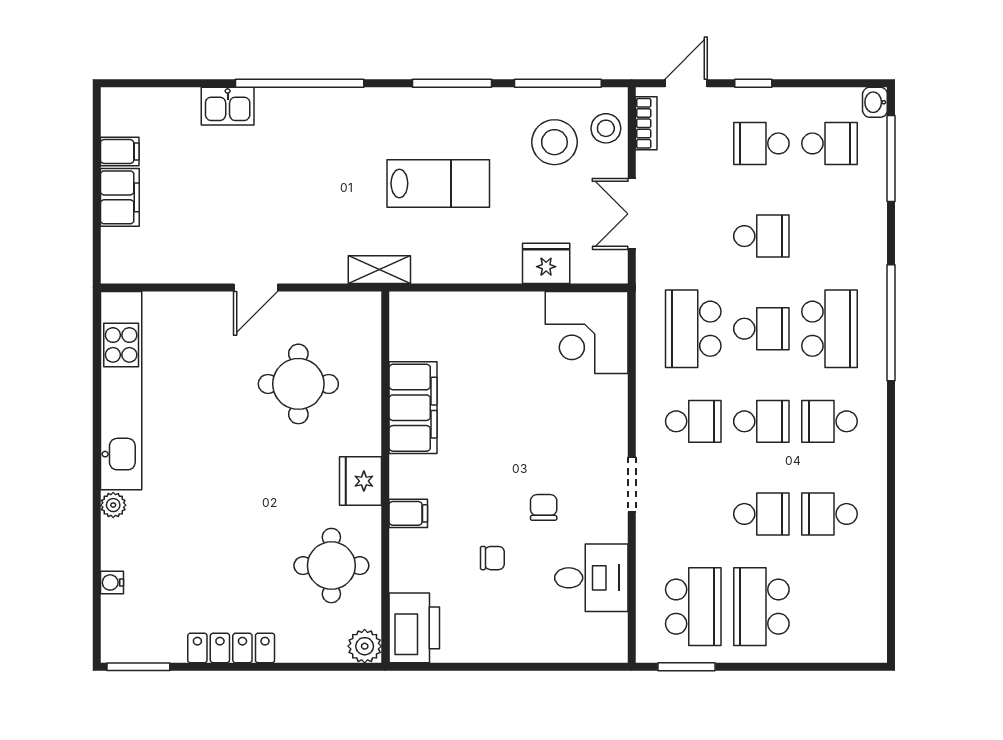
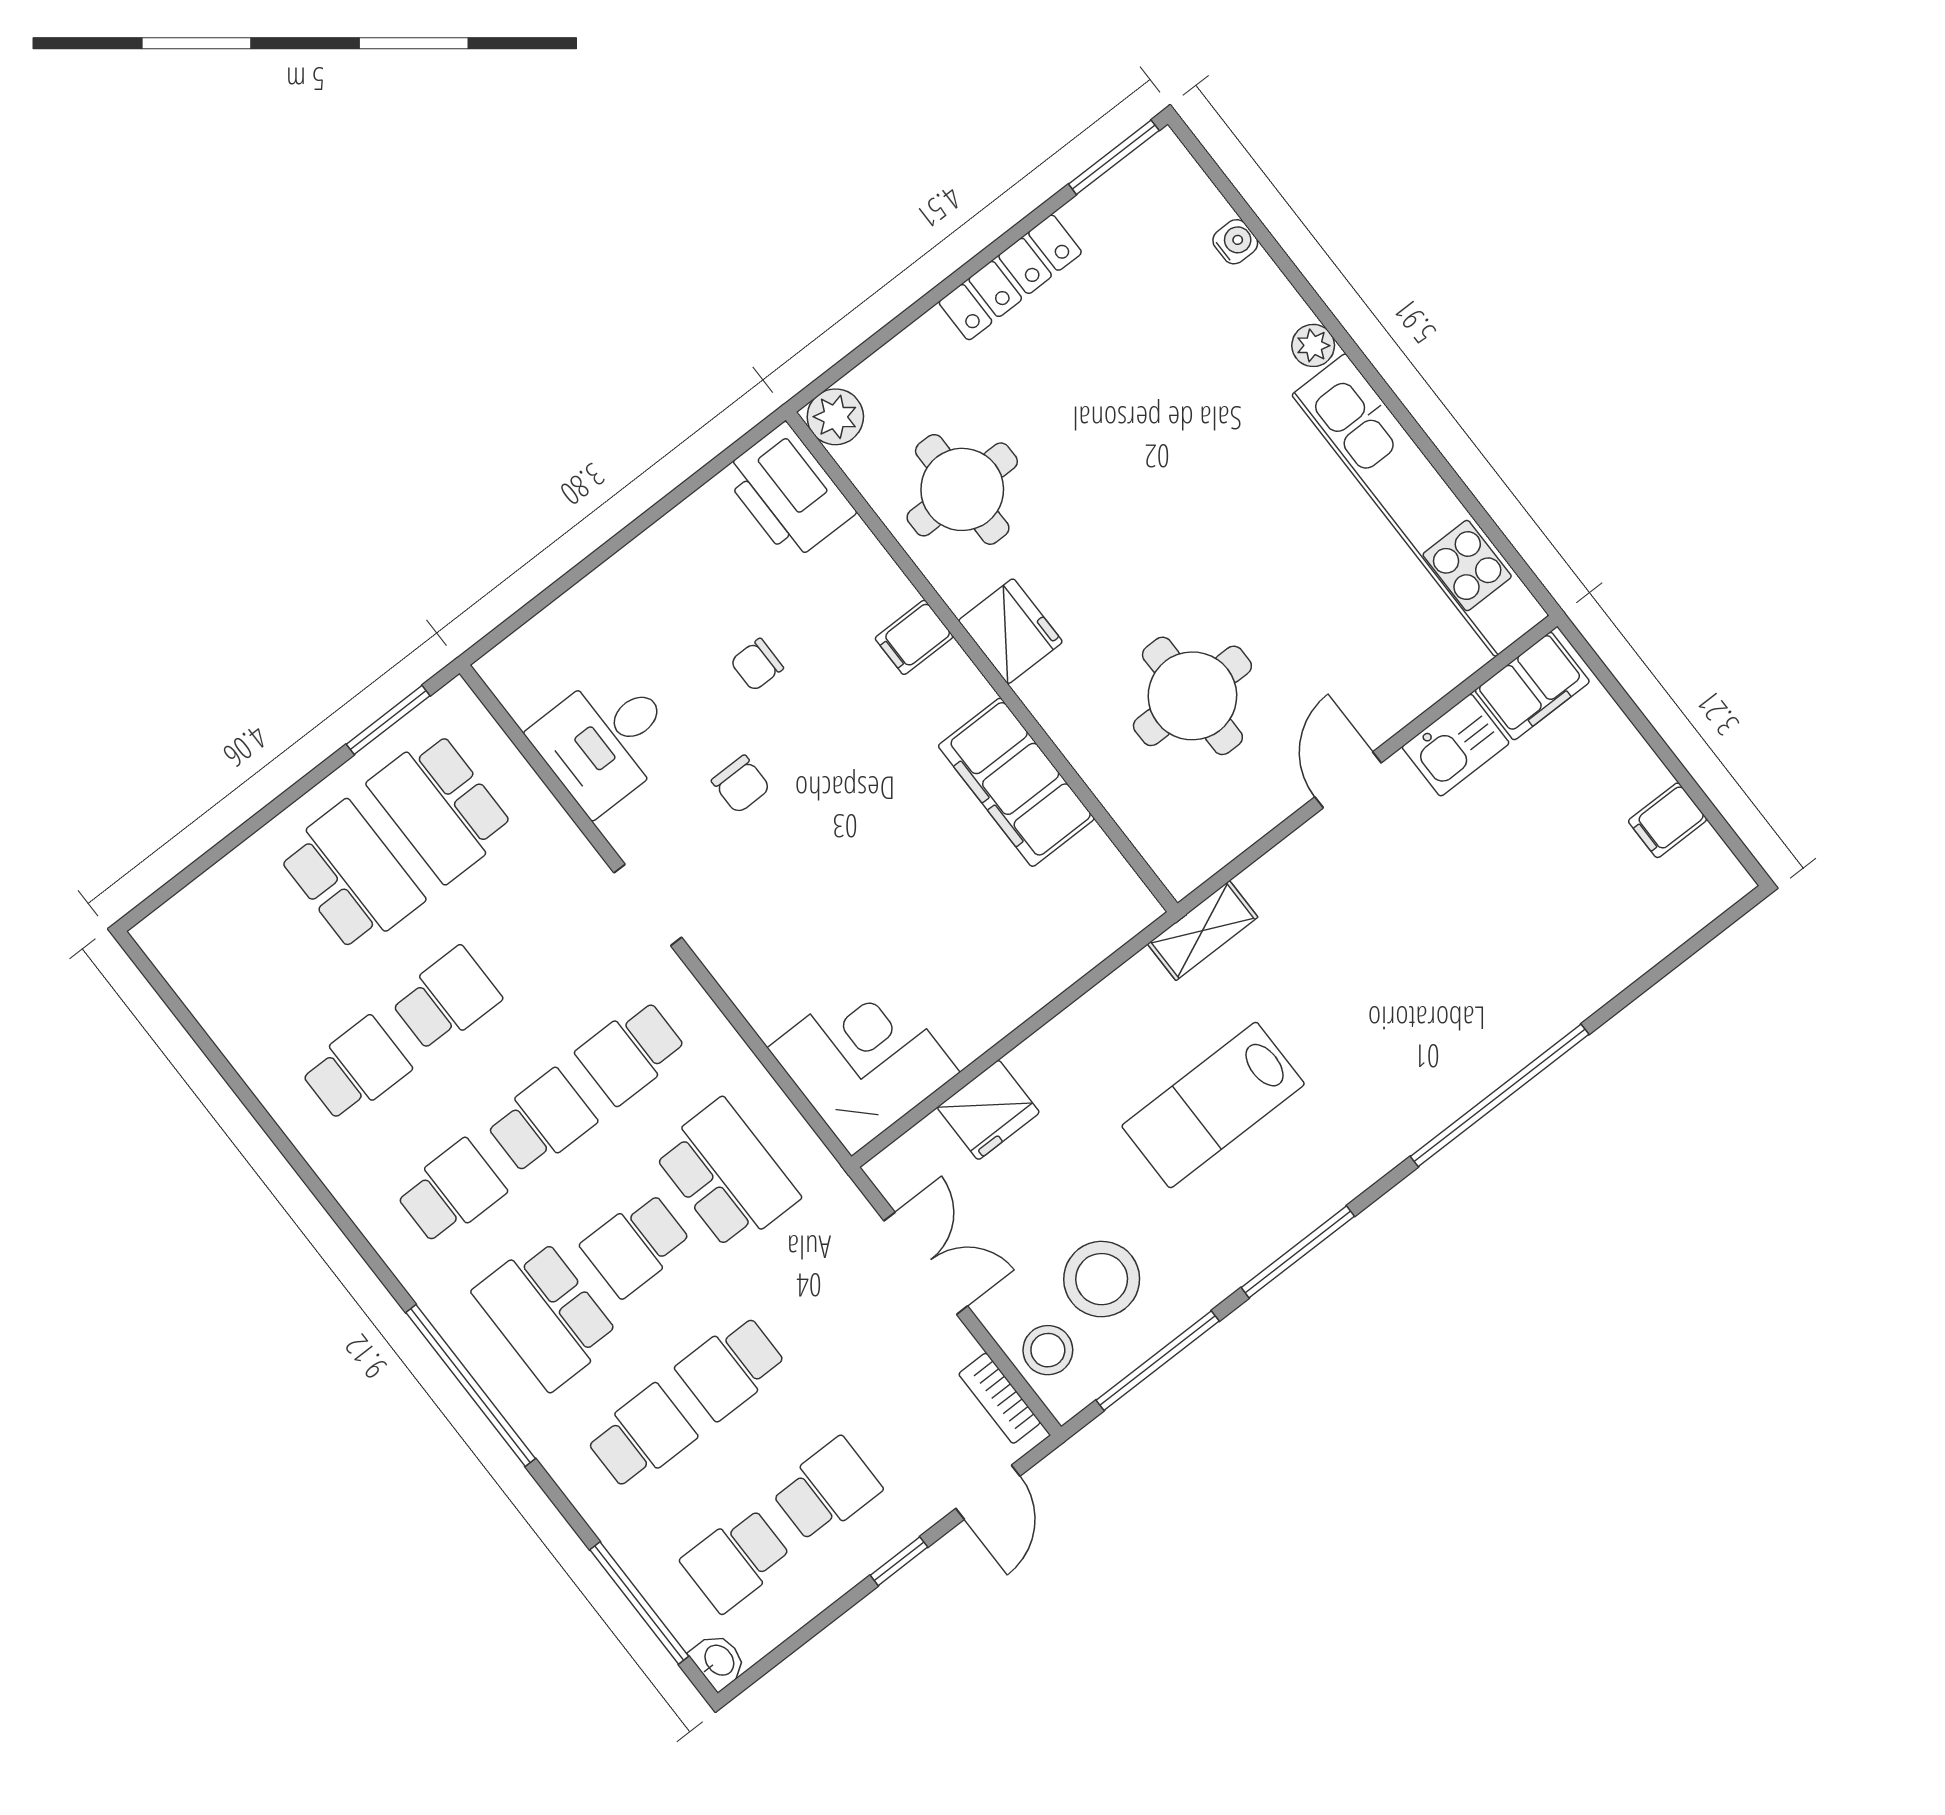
kitchen sink: (228, 106) -> (1456, 745), moved, turned 180
filing cabinet: (120, 197) -> (1532, 686), moved, turned -90
school desk: (830, 236) -> (641, 1437), added
school desk: (761, 421) -> (541, 1122), turned 180
school desk: (761, 514) -> (446, 999), turned 180

